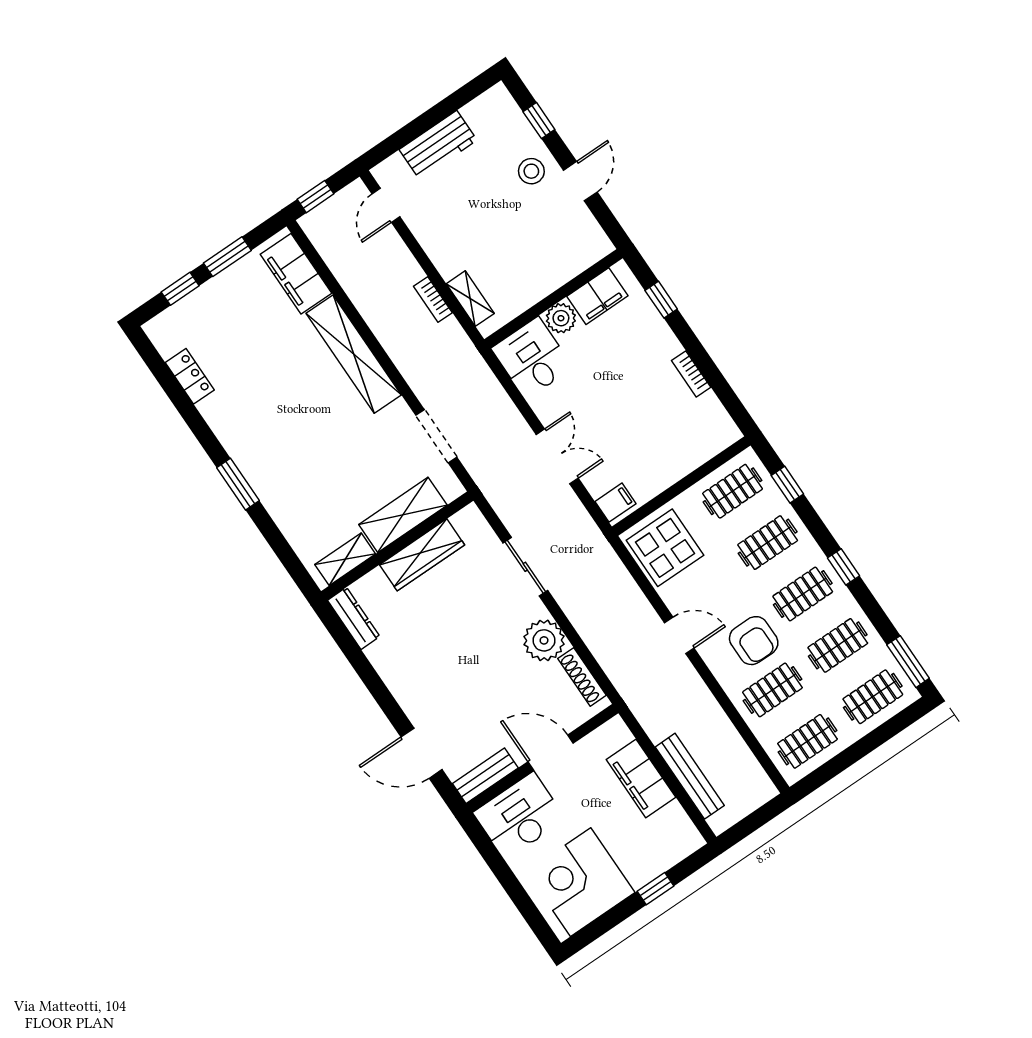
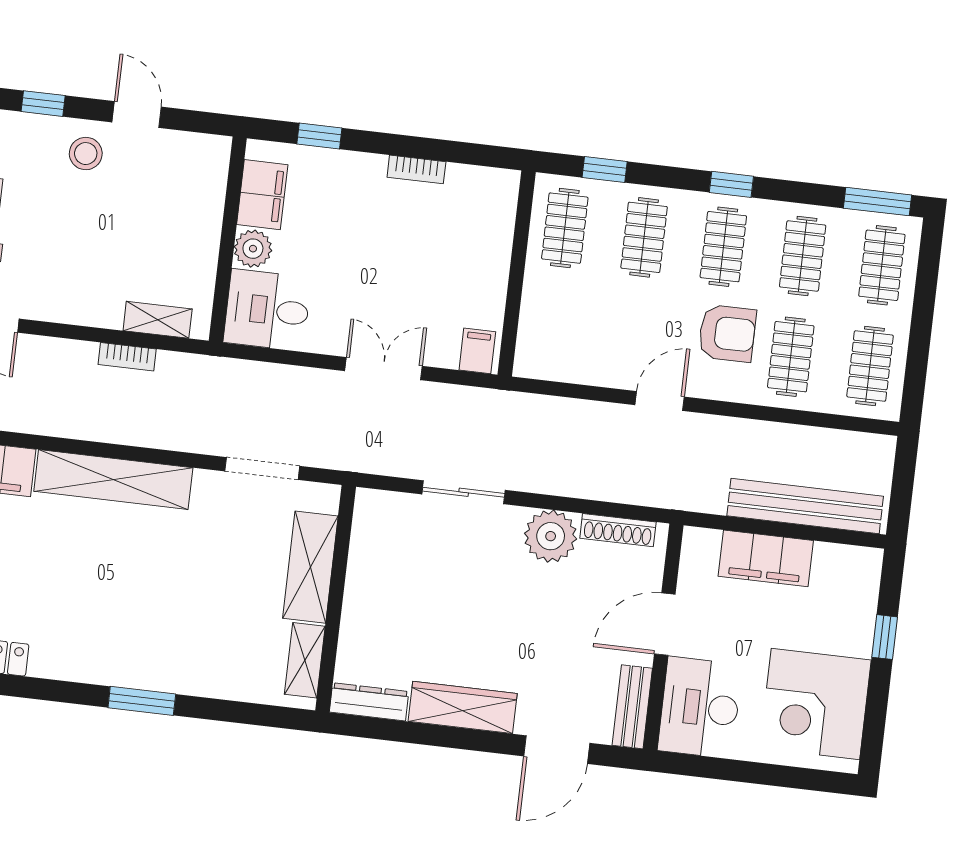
display table: (665, 548) -> (563, 341), removed
wardrobe: (422, 555) -> (463, 707), moved, turned -90
bench: (690, 776) -> (805, 506), width x1.37, depth x1.21

